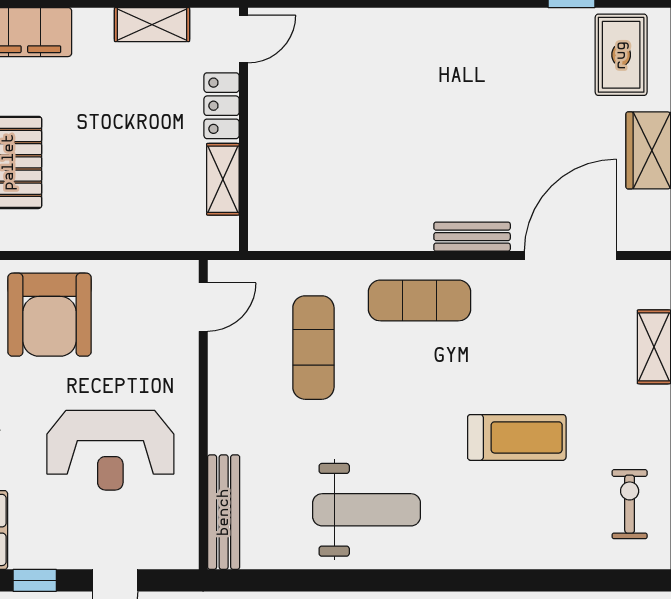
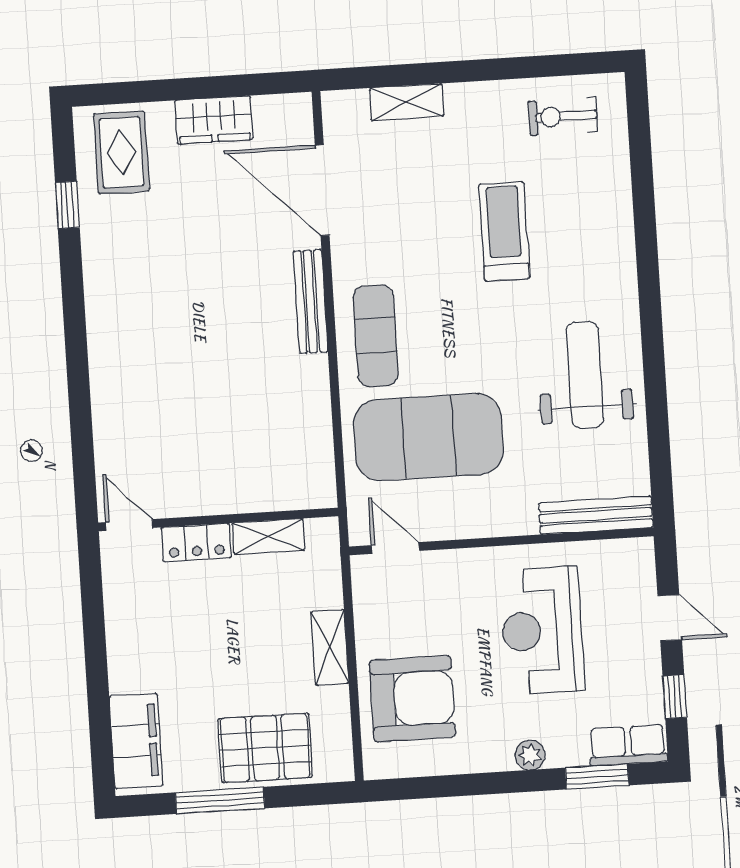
shelving: (152, 25) -> (330, 647), moved
rug: (621, 55) -> (121, 153), turned 90
bench: (472, 237) -> (310, 302), width x1.36
exercise mat: (313, 348) -> (428, 437), width x2.00, depth x1.45
reception desk: (110, 450) -> (542, 630), turned 180

